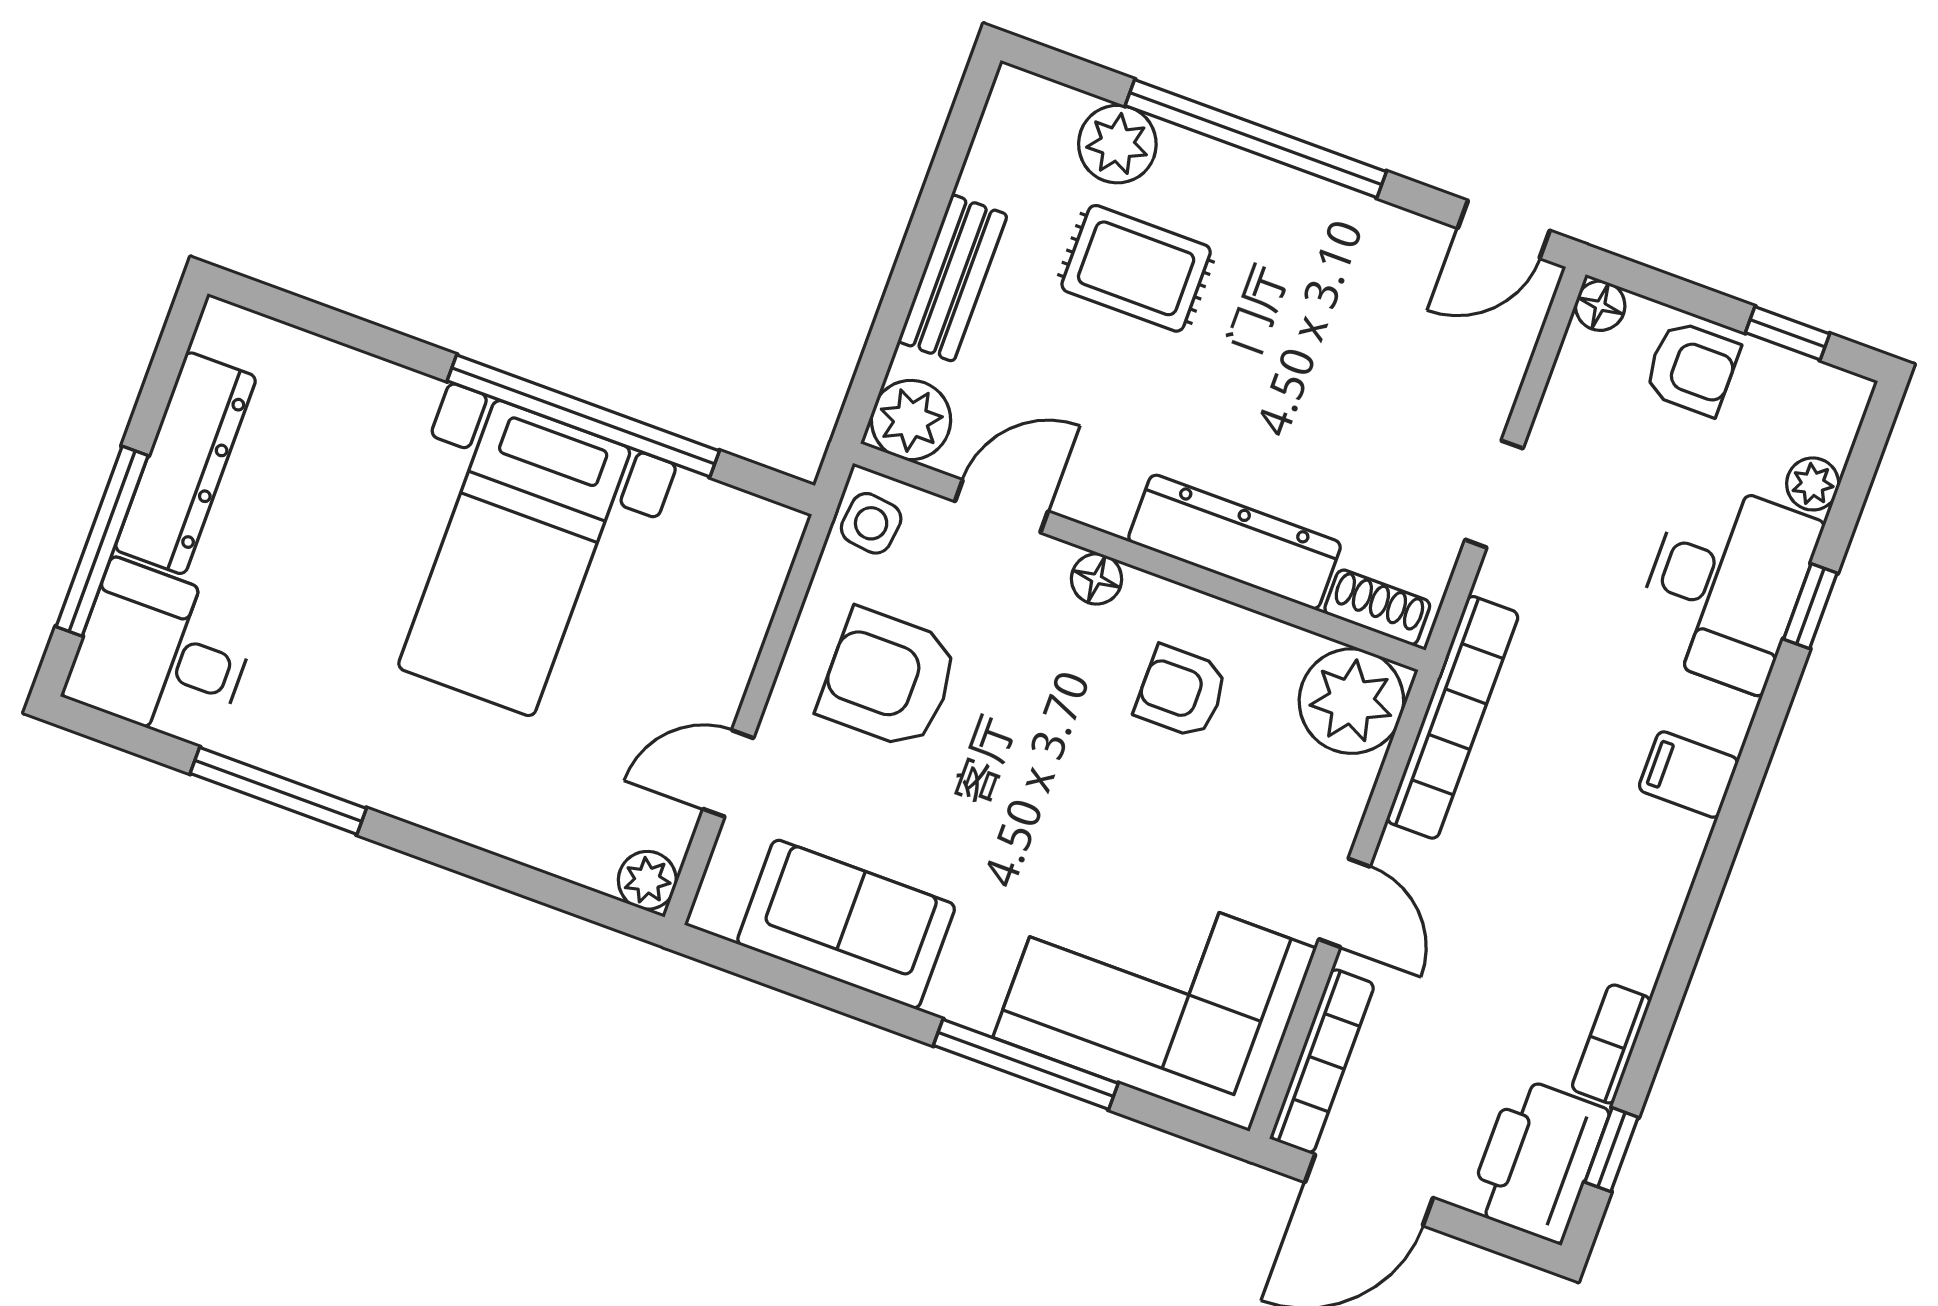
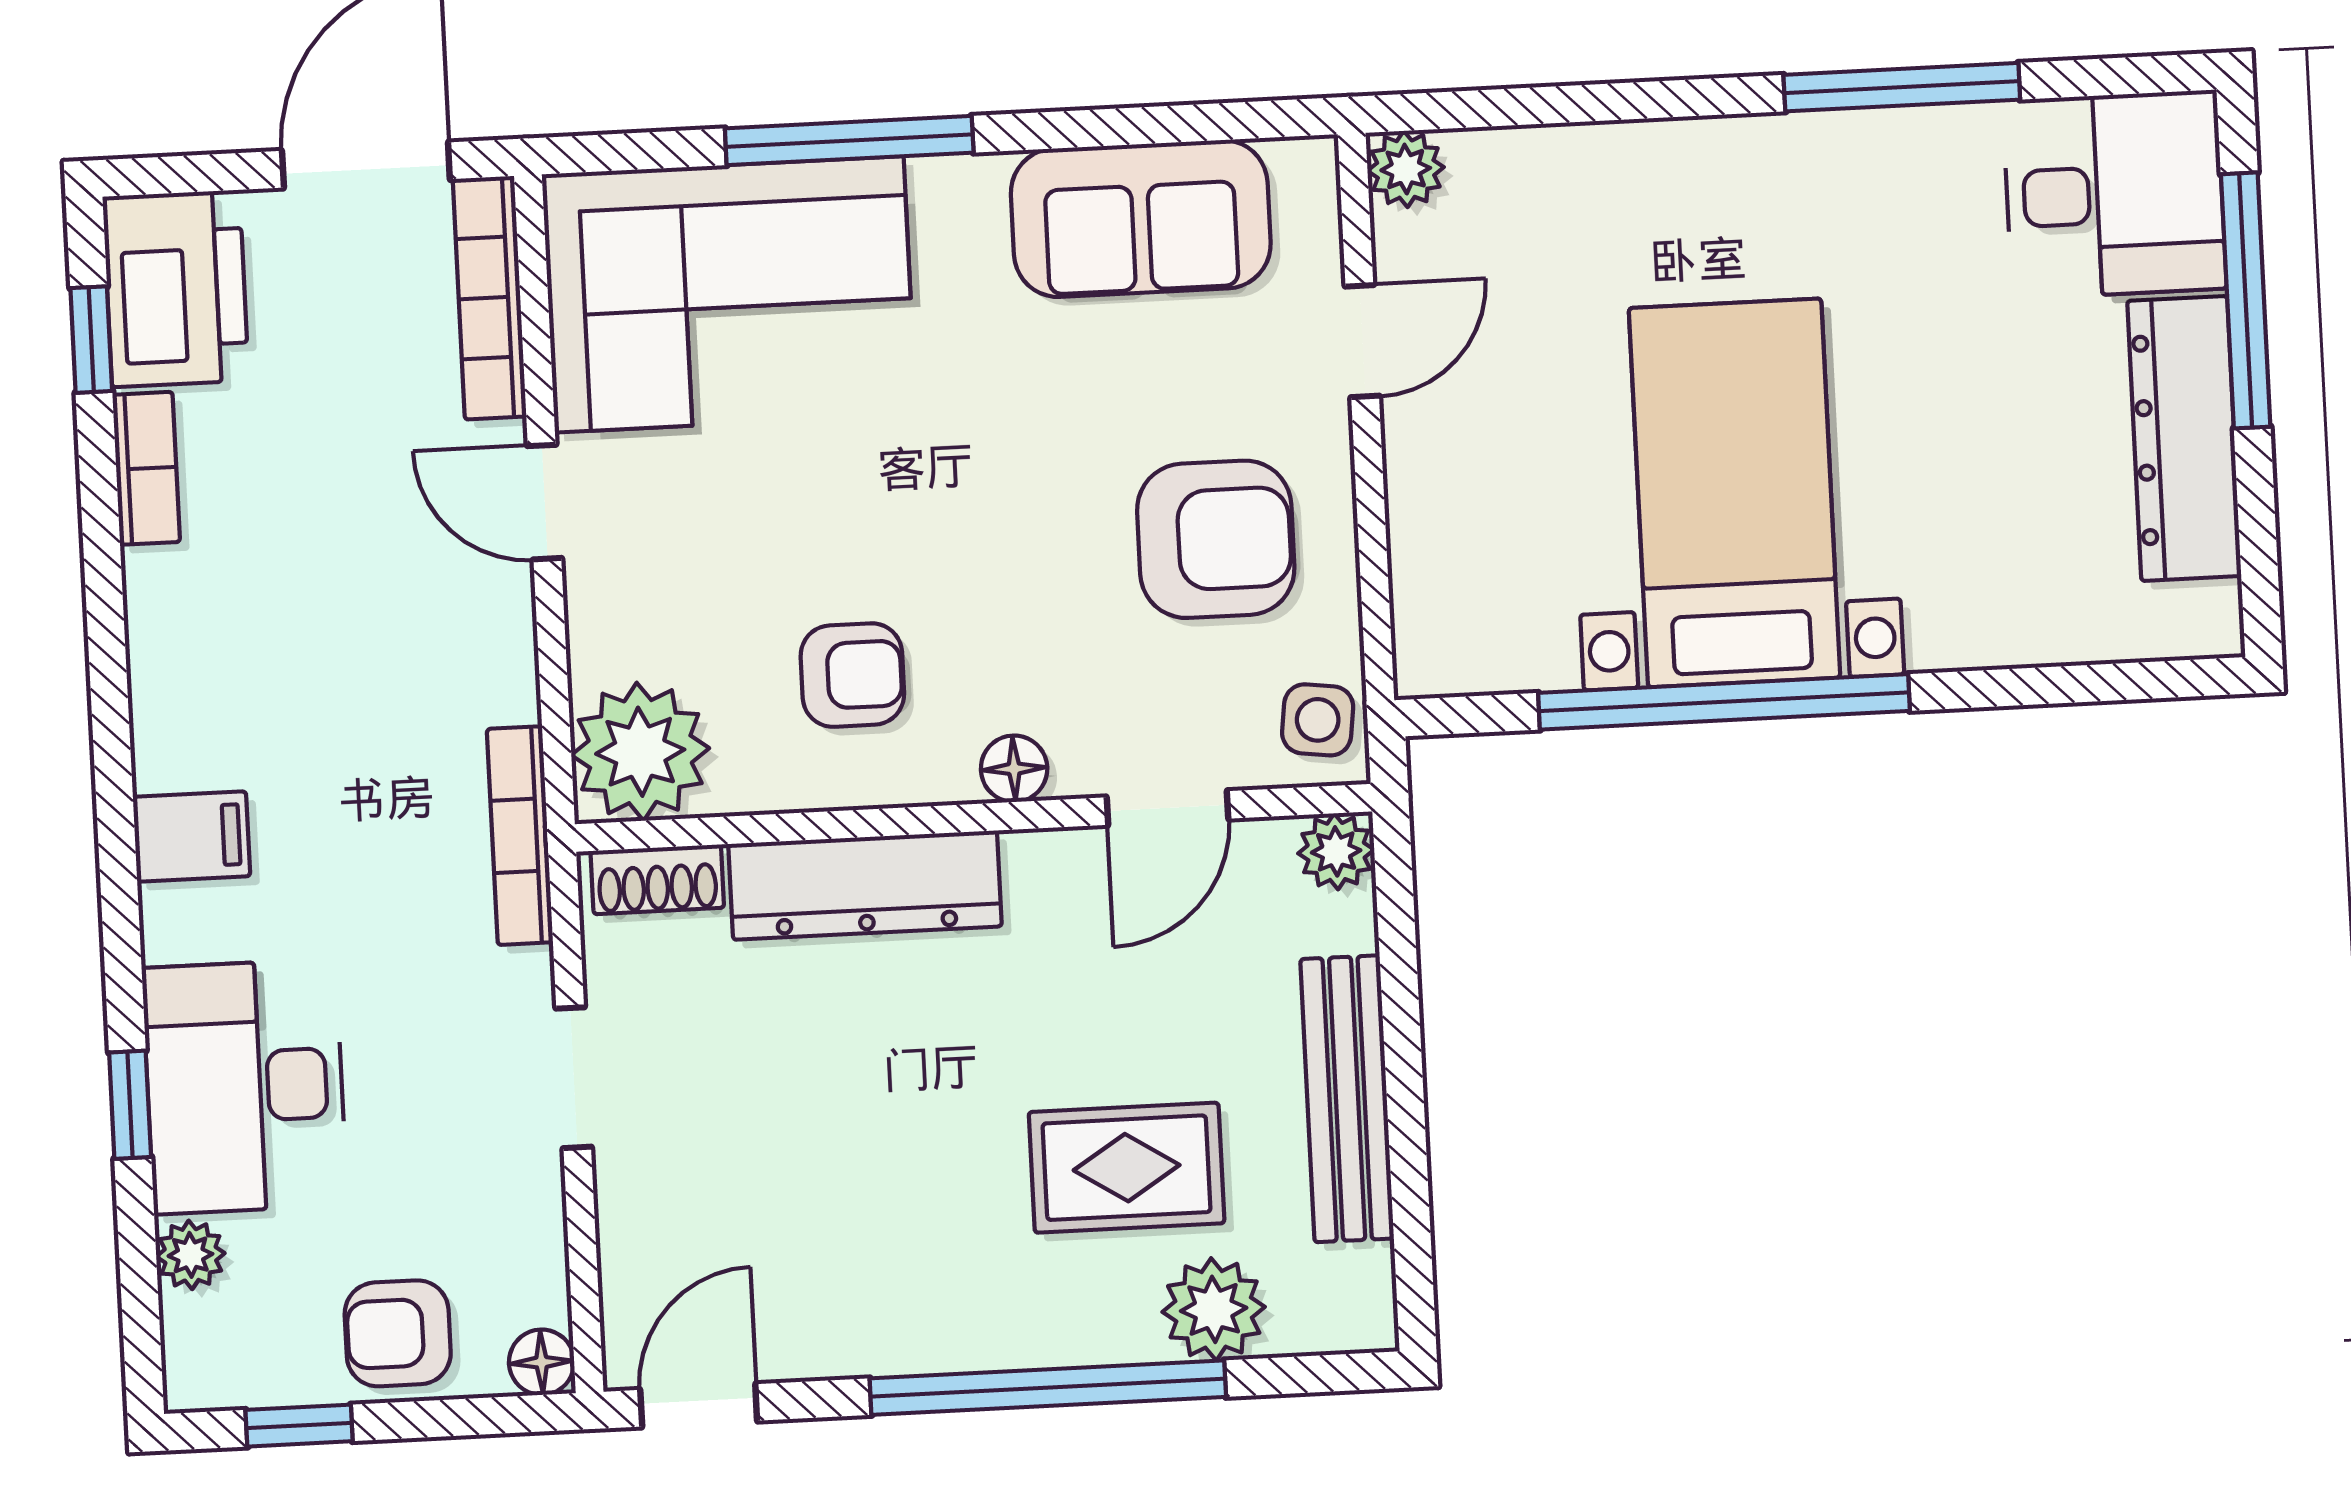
bench: (953, 278) -> (1347, 1099), width x1.36
plant: (911, 420) -> (1336, 851), width x0.73, depth x0.73
bookcase: (1453, 717) -> (520, 836), width x0.68, depth x0.76

